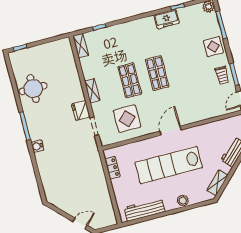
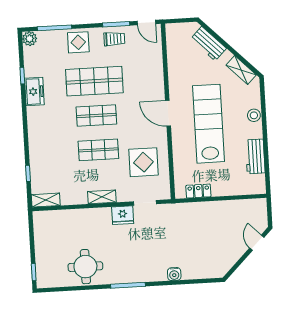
shop shelf: (185, 66) -> (94, 81), added
water cooler: (37, 146) -> (174, 274), moved
lab bench: (169, 165) -> (208, 124), turned 180
workbench: (145, 210) -> (255, 156), width x0.73

